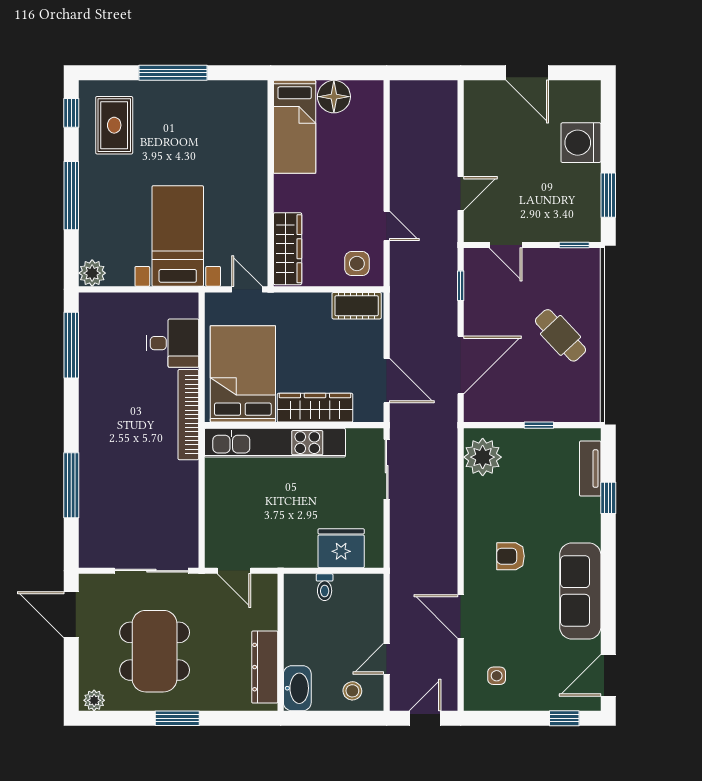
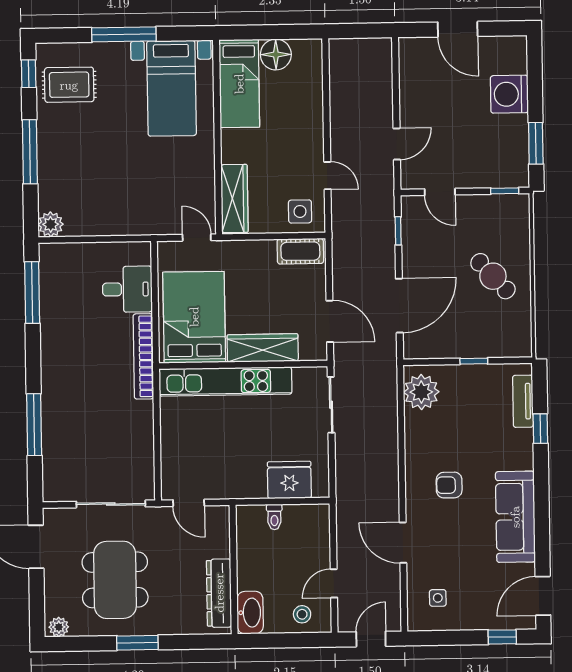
rug: (114, 125) -> (69, 85), turned 90
bed with nightstands: (178, 236) -> (171, 88), moved, turned 180

